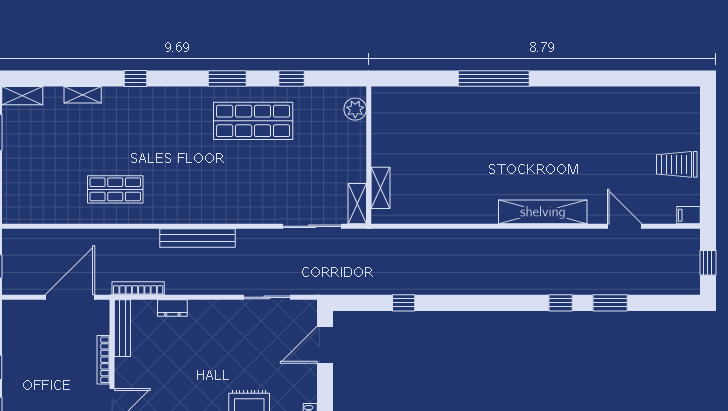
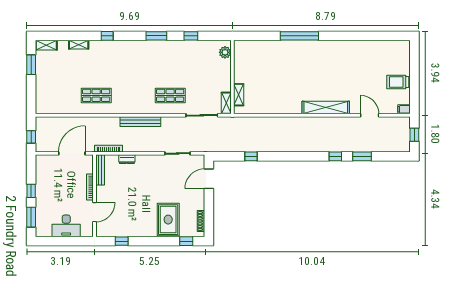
shop shelf: (253, 121) -> (170, 95), moved, width x0.70, depth x0.74

